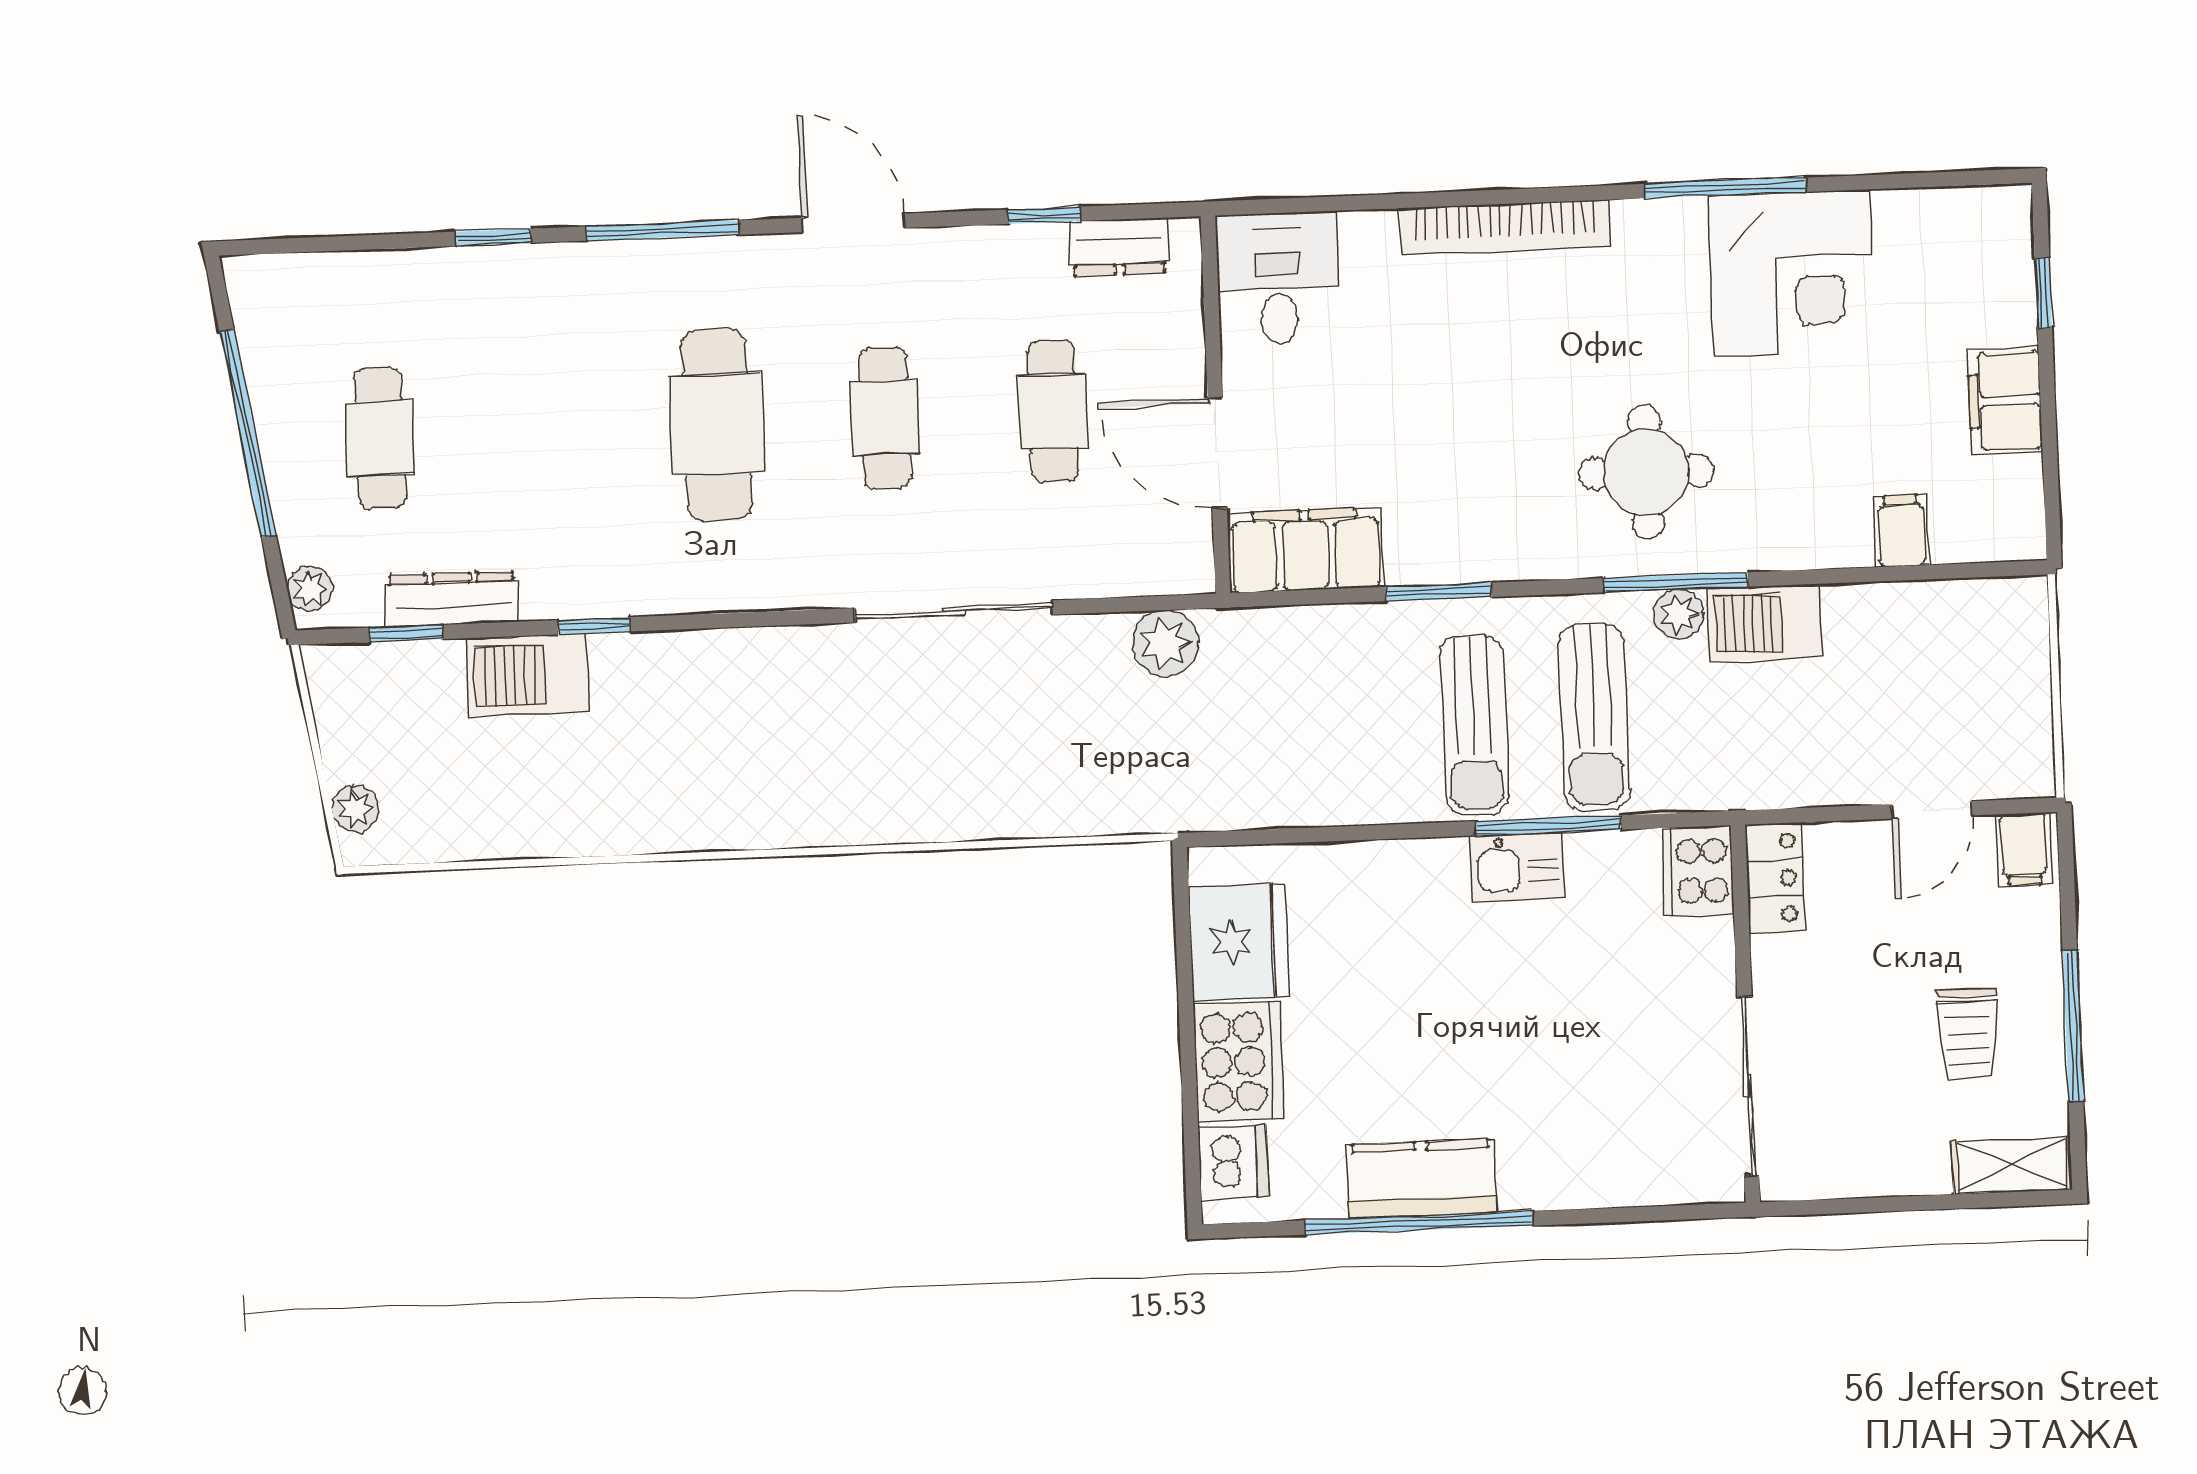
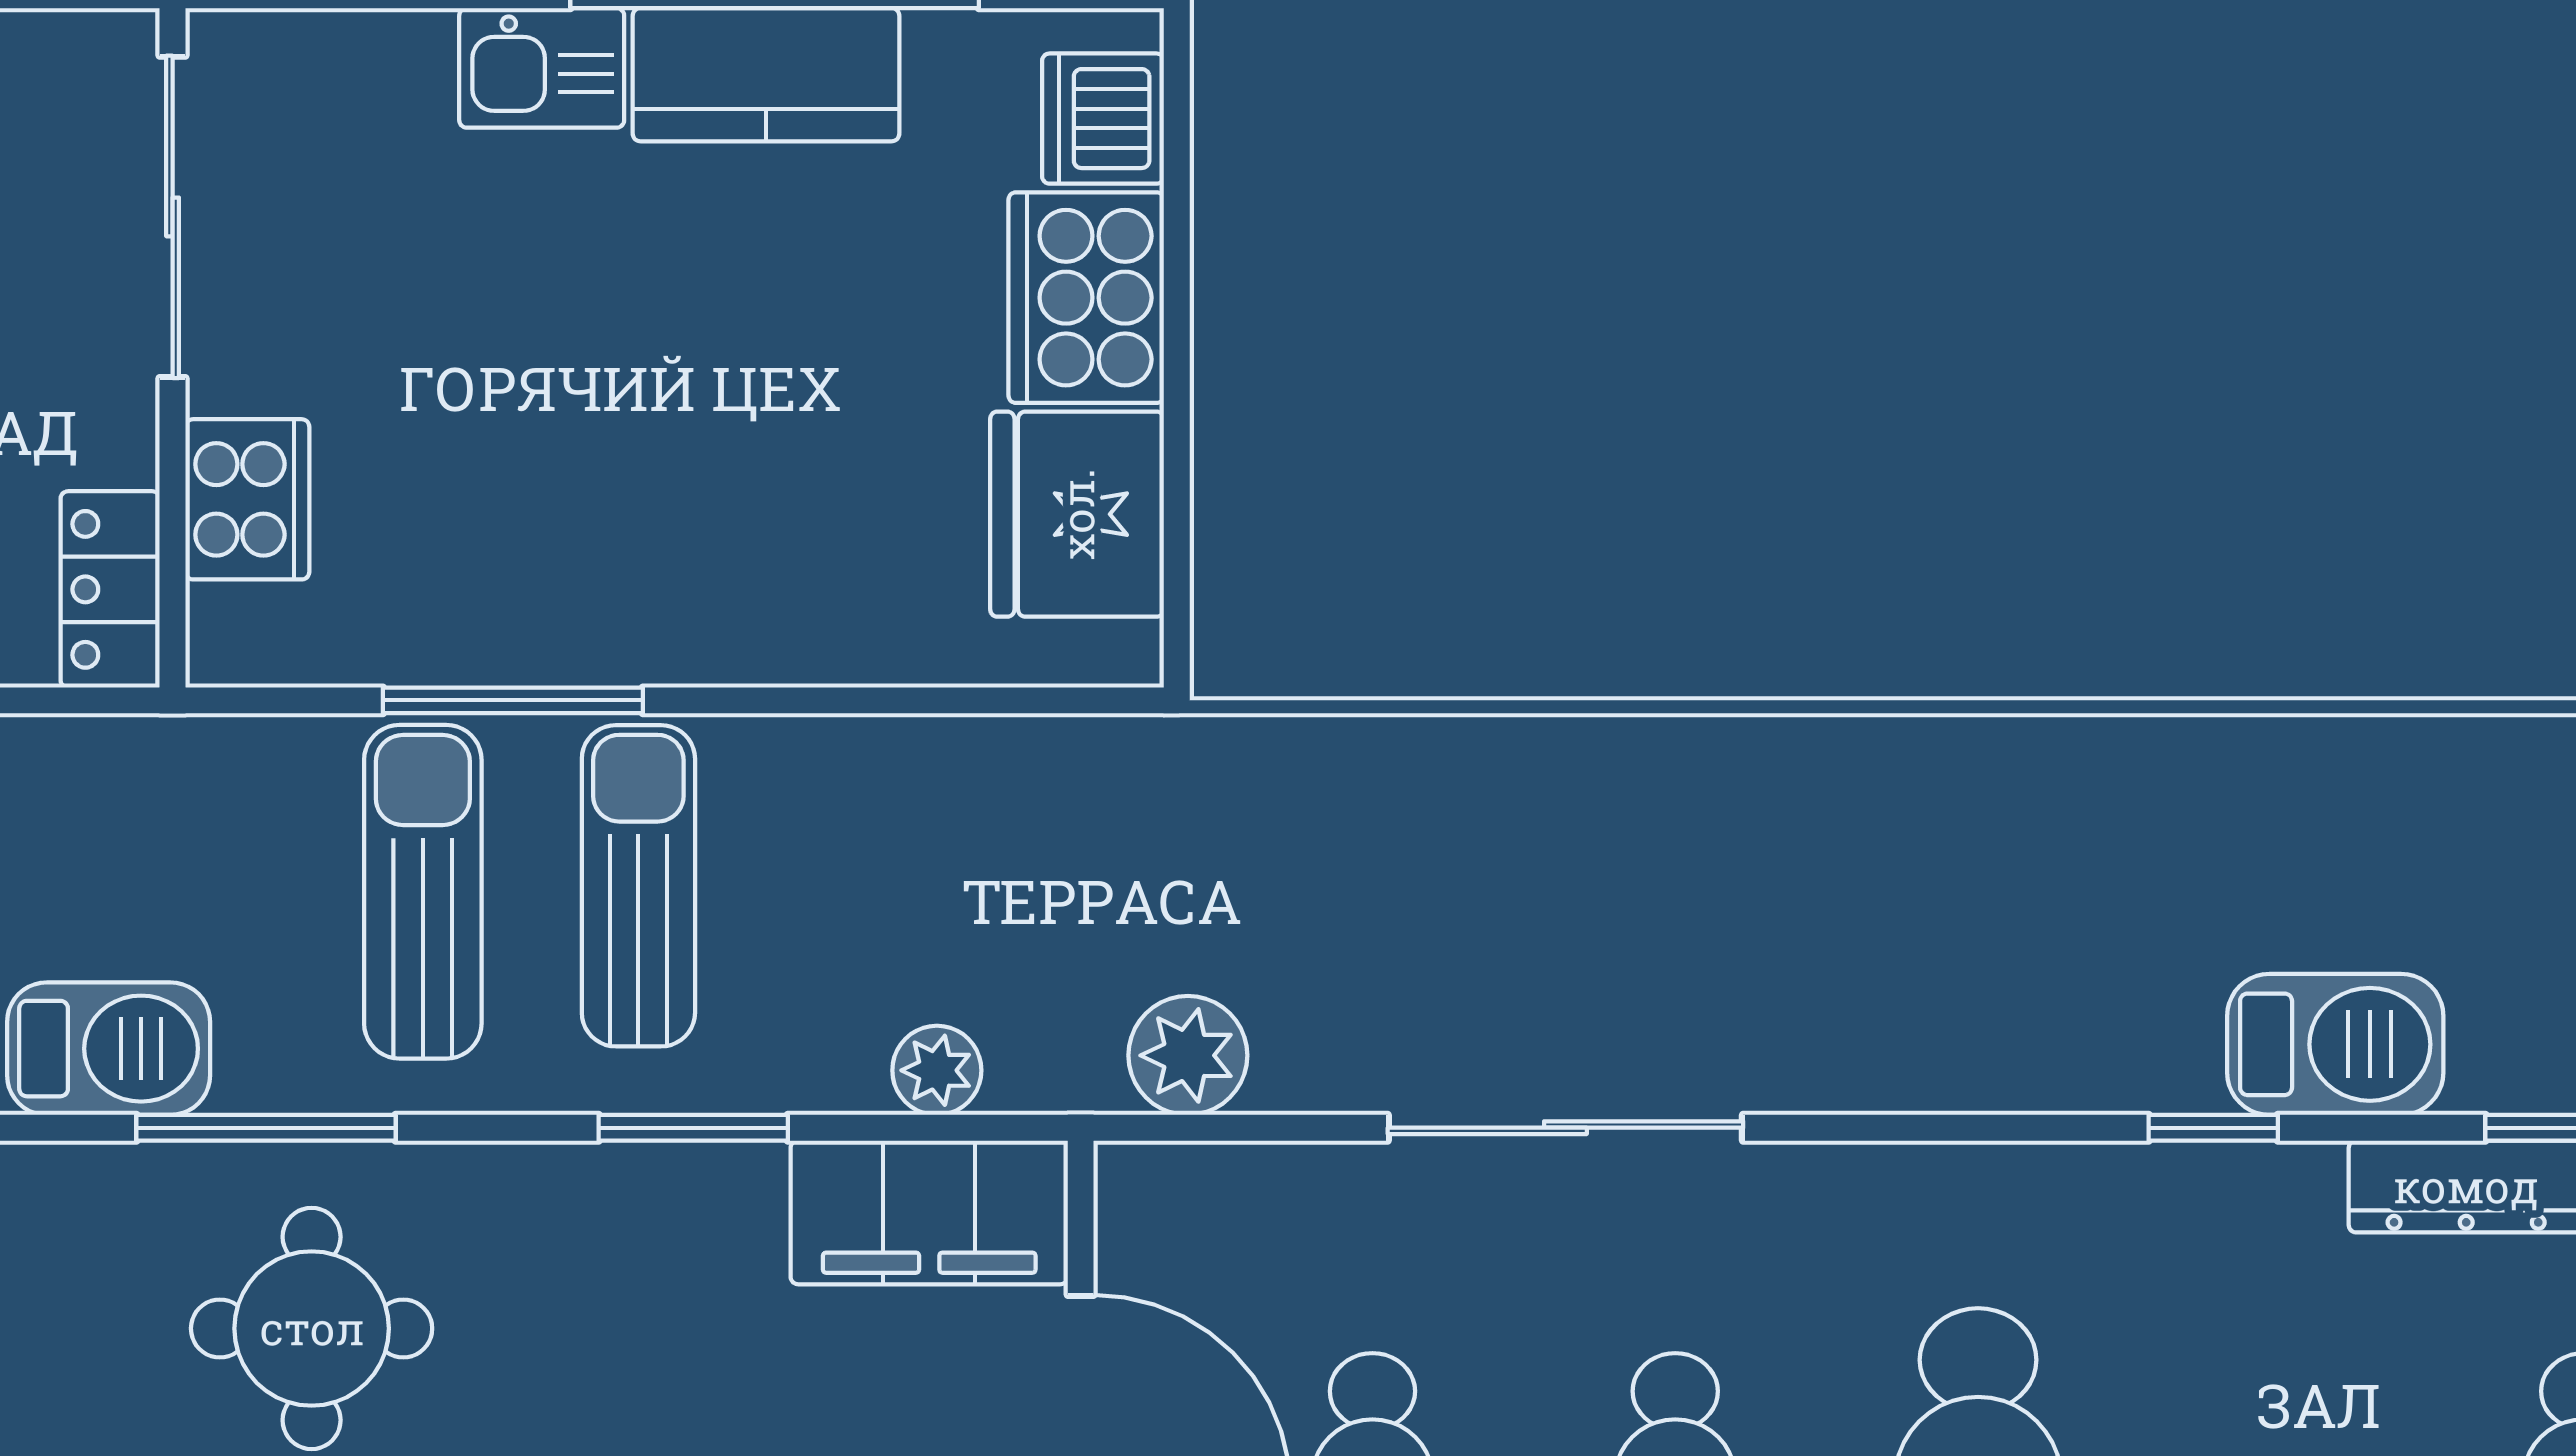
plant: (1679, 614) -> (937, 1070), moved
kitchen sink: (1517, 867) -> (542, 68), moved, turned 180
cooker: (1698, 871) -> (247, 499), moved

